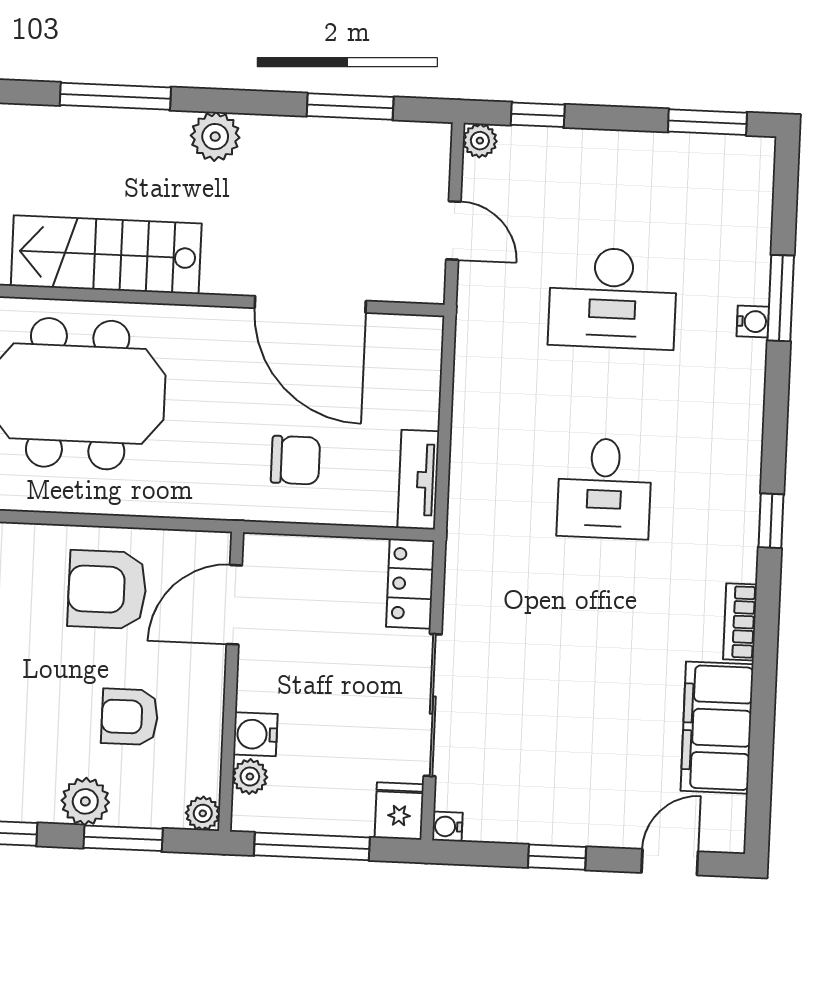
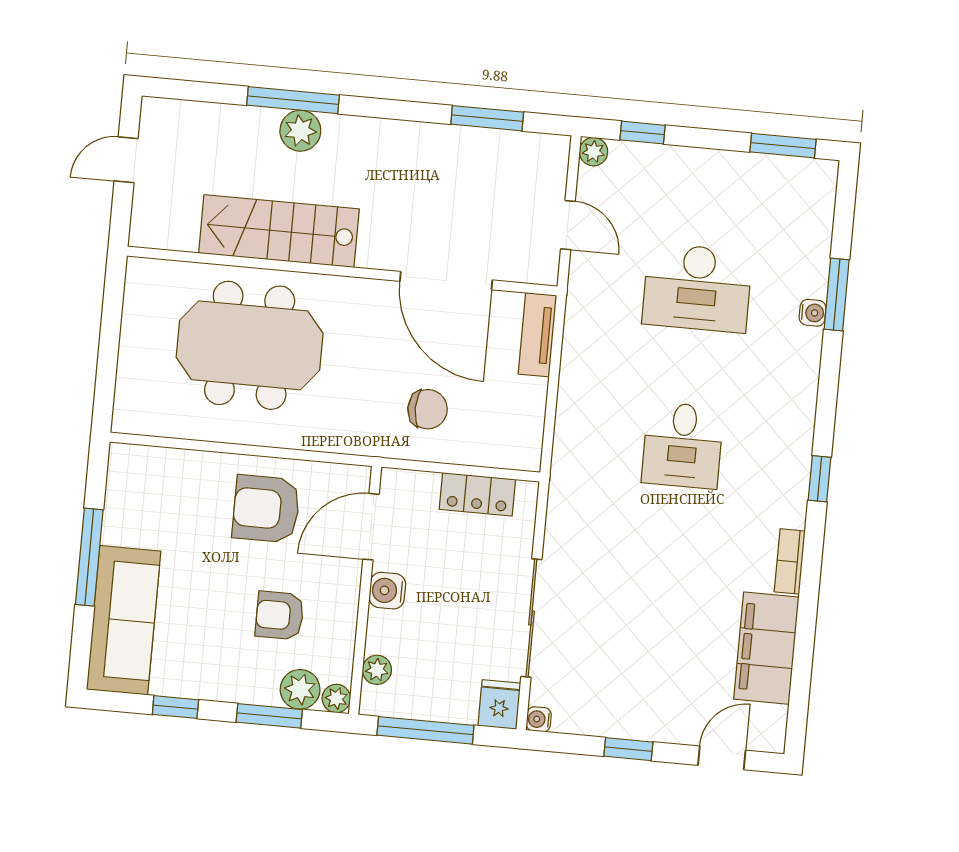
plant: (215, 137) -> (300, 131), moved
tv unit: (418, 480) -> (537, 335), moved
locker: (410, 584) -> (477, 494), moved, turned -90
water cooler: (255, 734) -> (387, 591), moved
plant: (85, 801) -> (300, 689), moved

